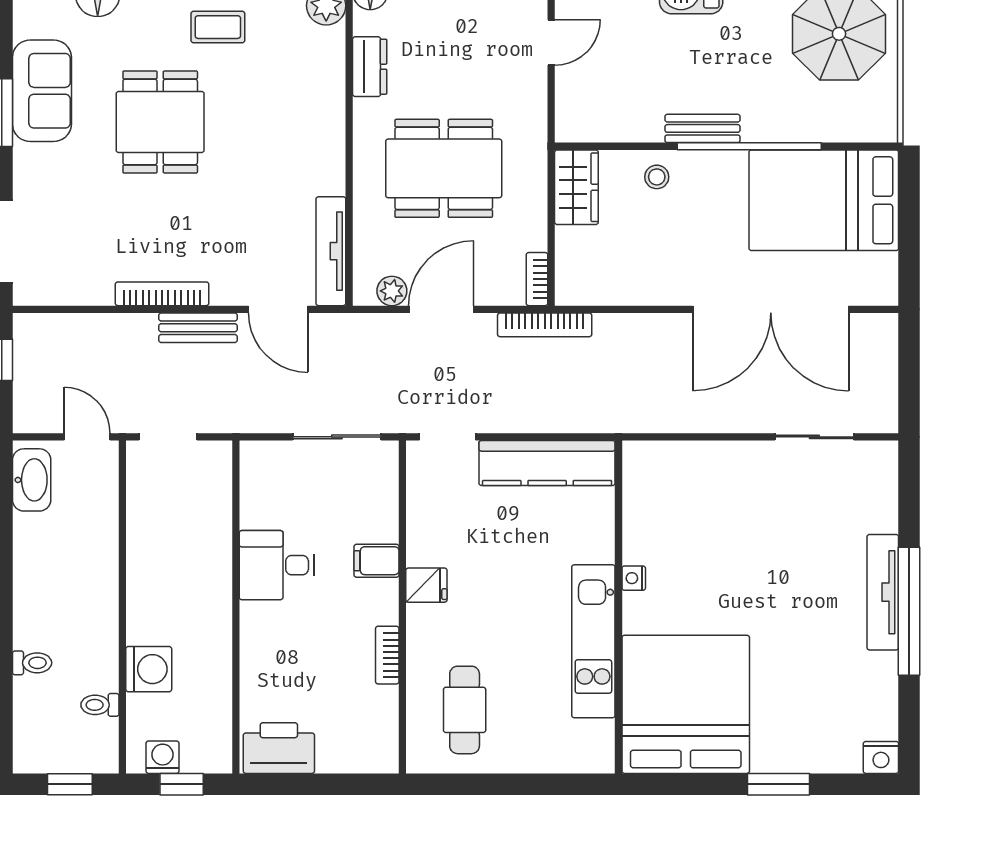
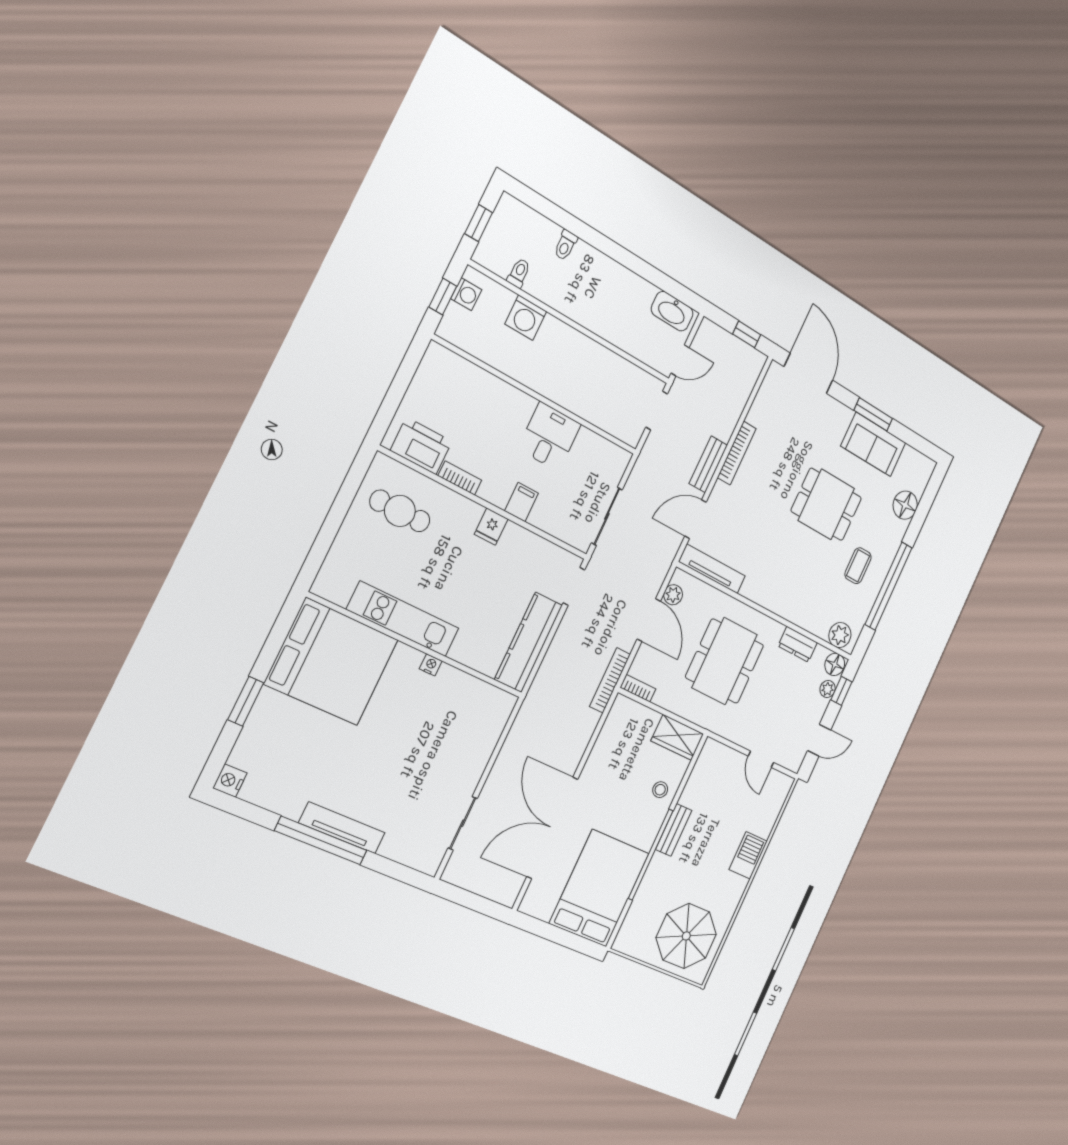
printer: (279, 748) -> (421, 446), moved, turned -90

